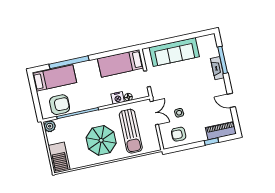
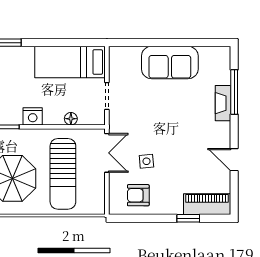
sofa: (174, 52) -> (170, 63), width x0.73
nightstand: (118, 98) -> (33, 116), moved

